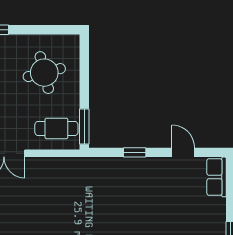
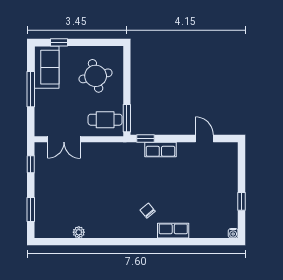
window: (135, 152) -> (146, 138), moved
row of seats: (217, 177) -> (160, 149), moved, turned -90

